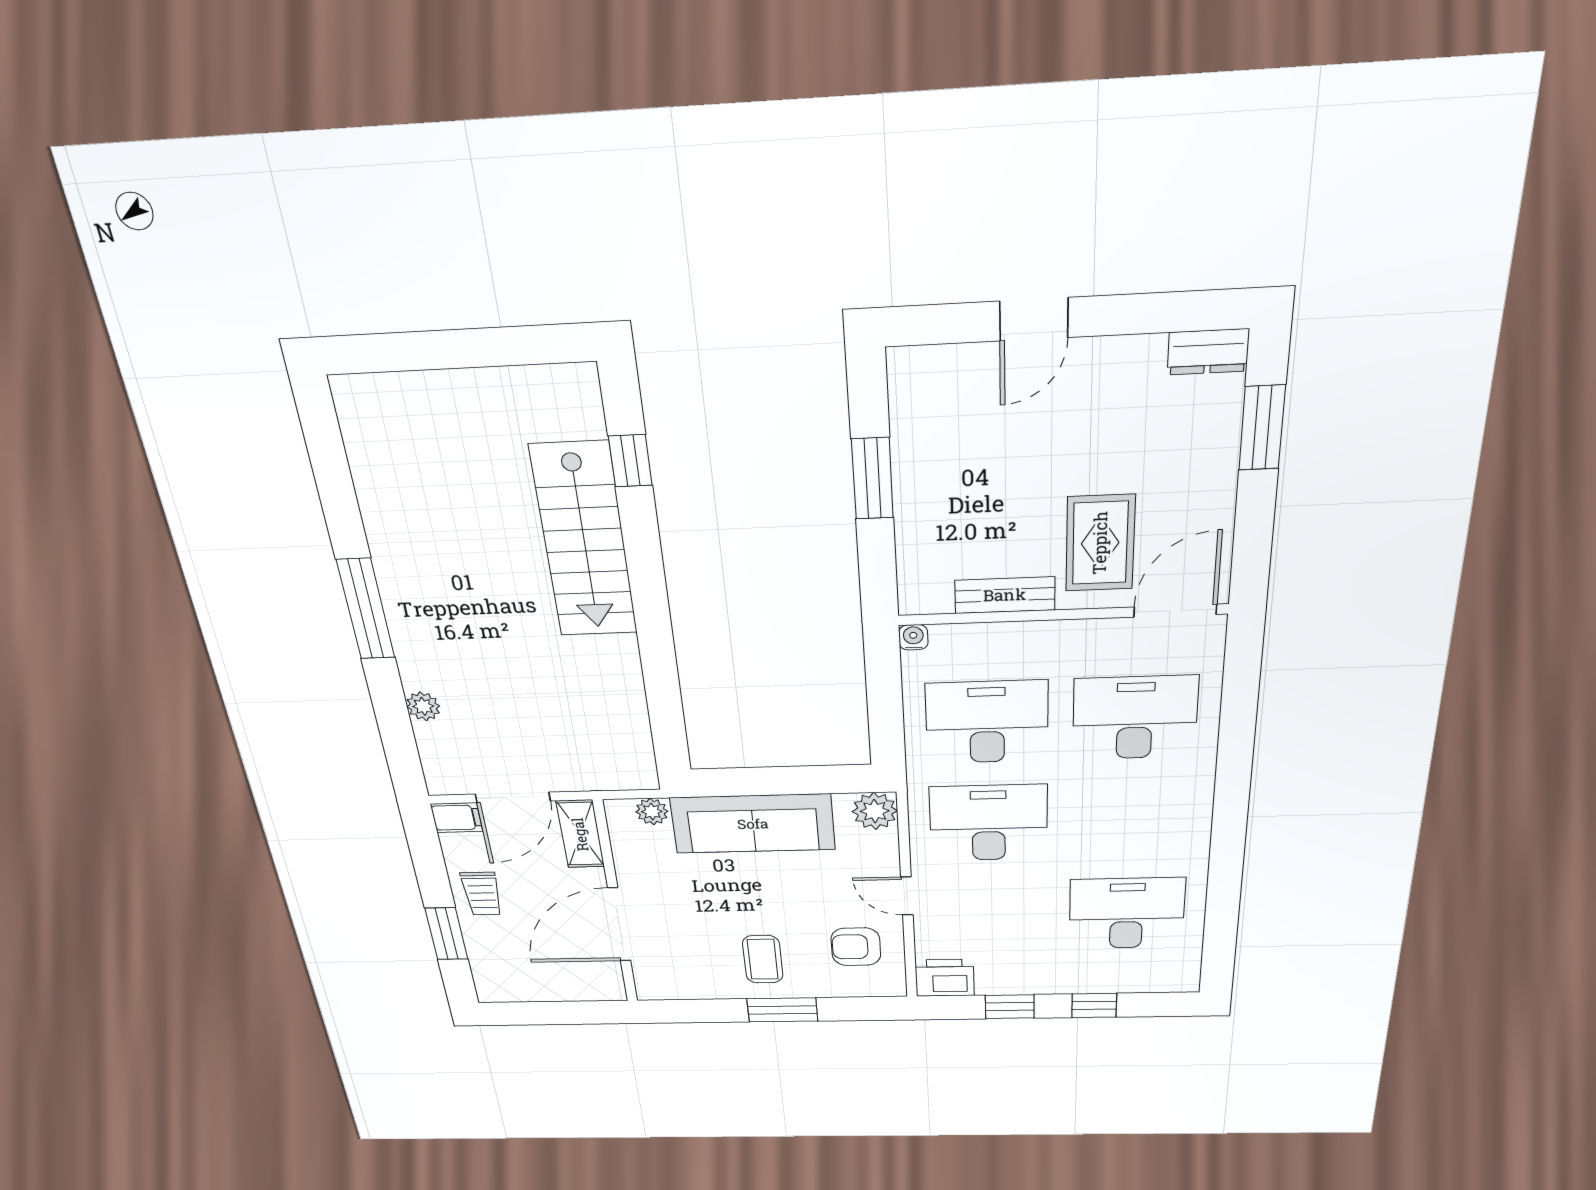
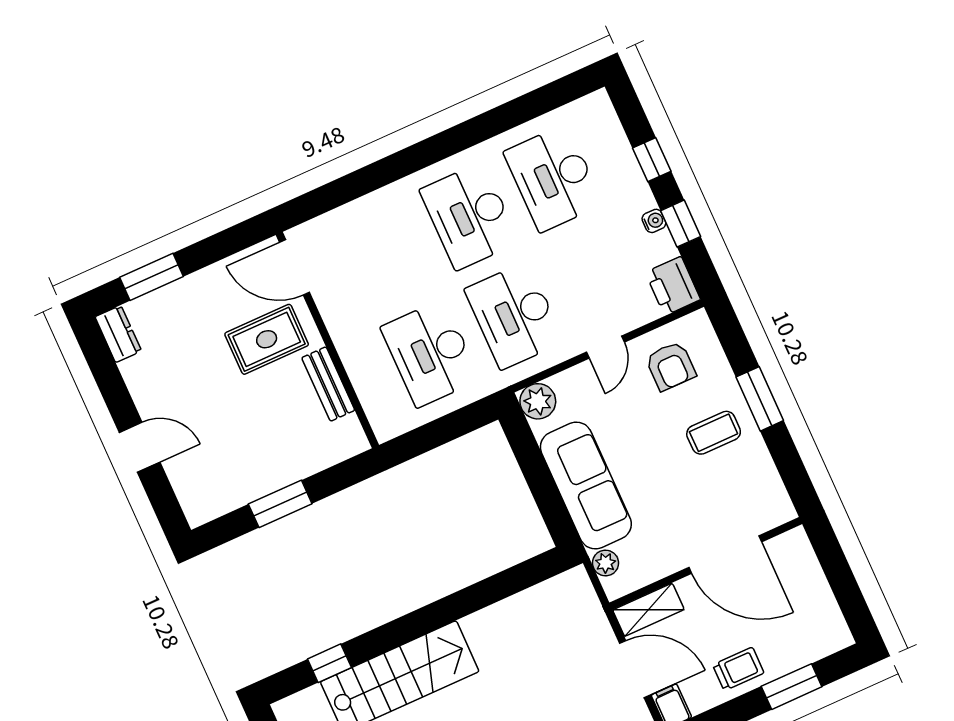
water cooler: (913, 637) -> (654, 221), moved, turned 180
desk: (1135, 718) -> (469, 216), moved

